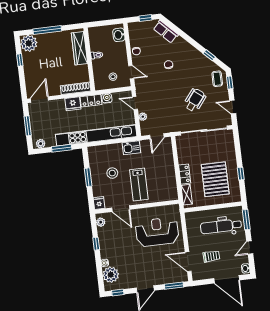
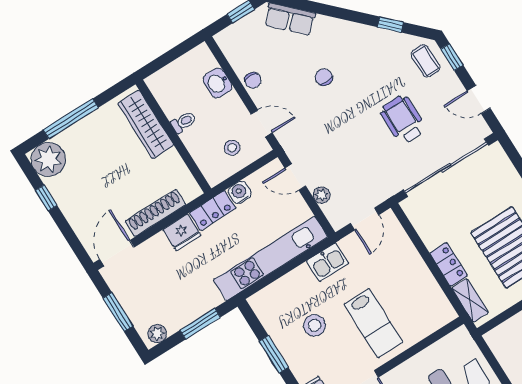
washbasin: (119, 35) -> (218, 83), moved
shoe rack: (76, 88) -> (155, 213), moved
wheelchair: (195, 100) -> (403, 120), turned -38
kitchen unit: (96, 135) -> (271, 258), width x0.73

